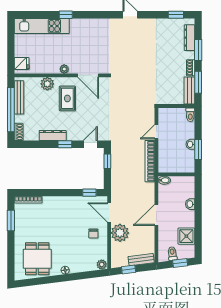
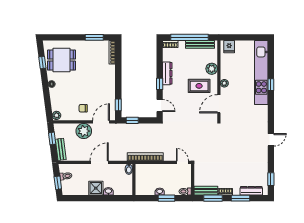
kitchen unit: (42, 26) -> (261, 72), width x1.36
door: (156, 132) -> (182, 162), moved
window: (198, 149) -> (166, 198), moved
window: (107, 161) -> (132, 120), moved
door: (156, 215) -> (99, 162), hinge flipped
shower: (186, 236) -> (96, 188), moved
window: (40, 281) -> (42, 62), added

